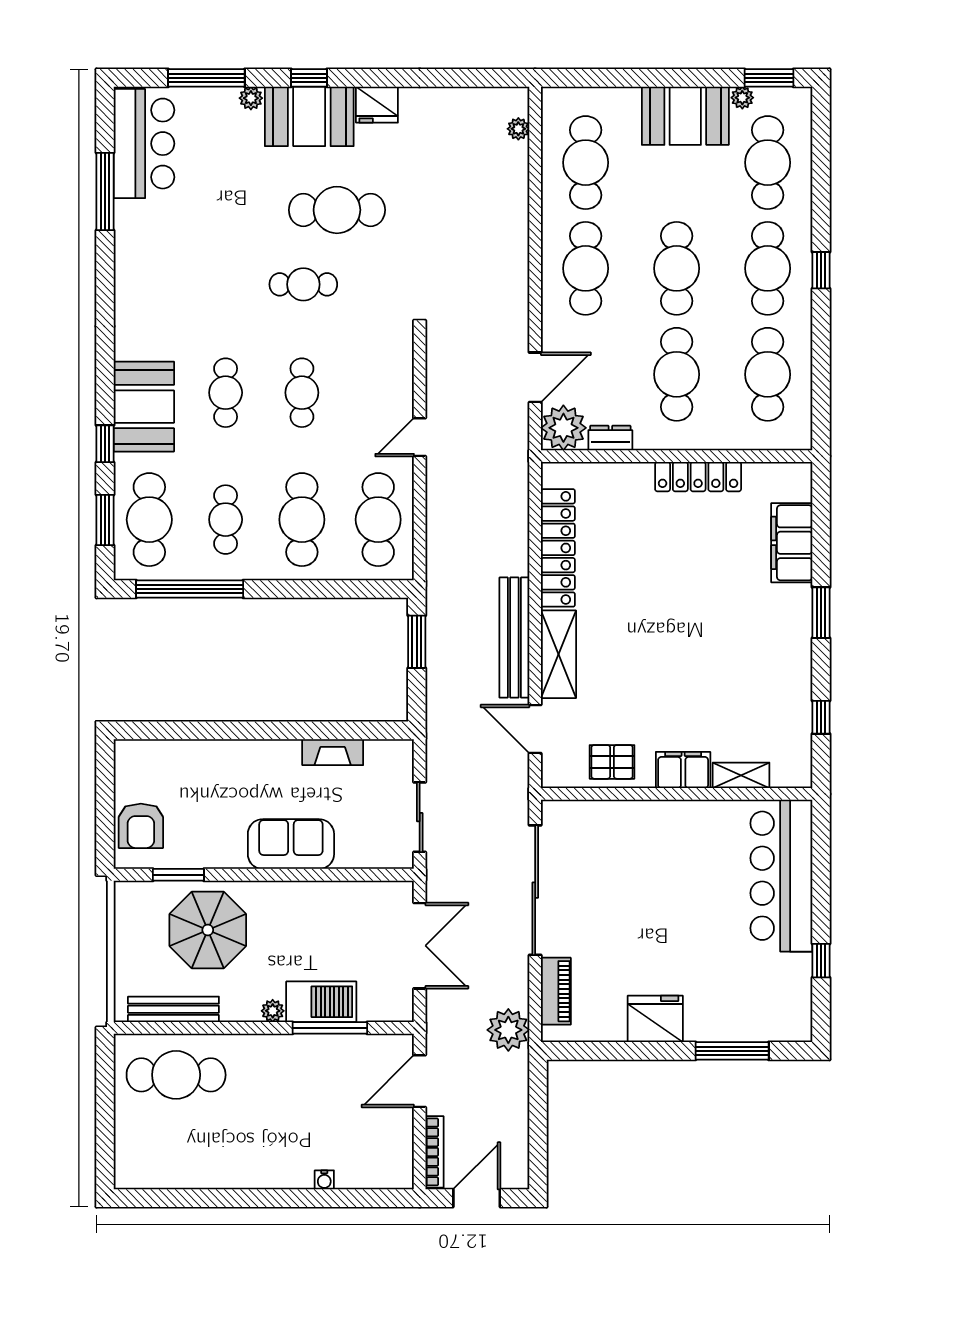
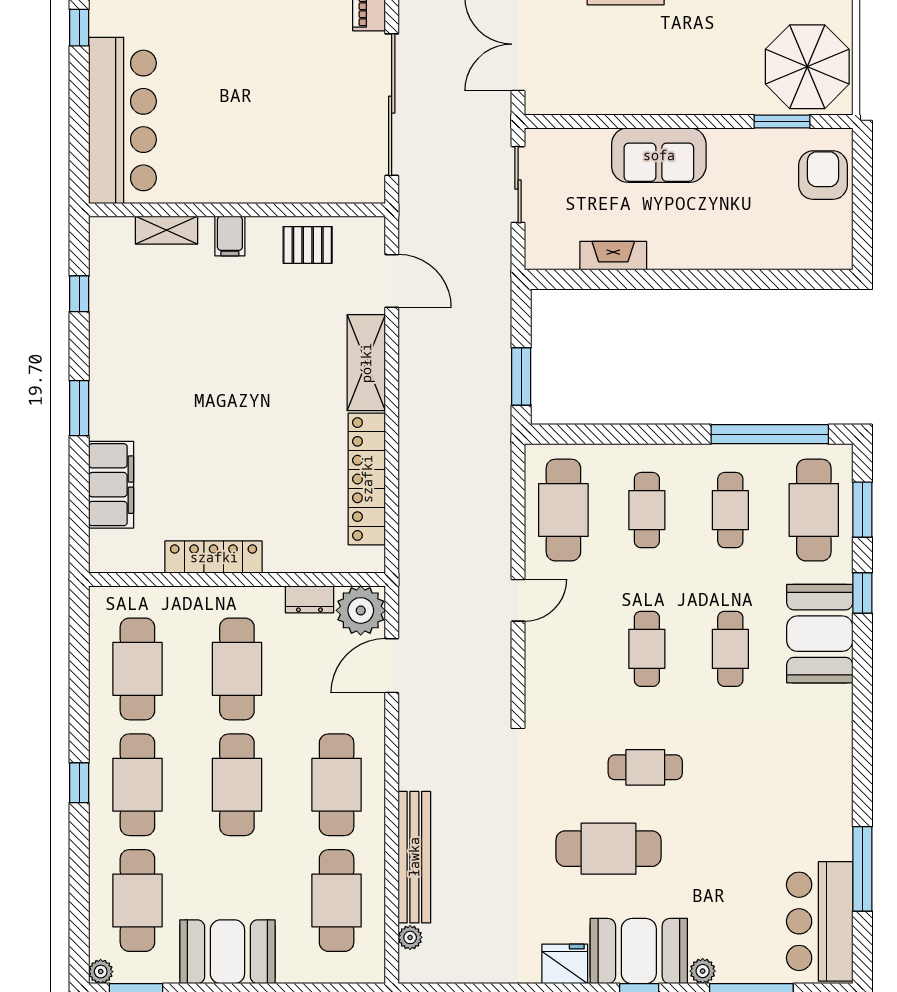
plant: (742, 98) -> (101, 972), moved
cafe table: (302, 520) -> (647, 510), width x0.73, depth x0.74
bench: (514, 638) -> (414, 857), moved
filing cabinet: (683, 770) -> (230, 236), width x0.50
parasol: (208, 930) -> (807, 67), moved

